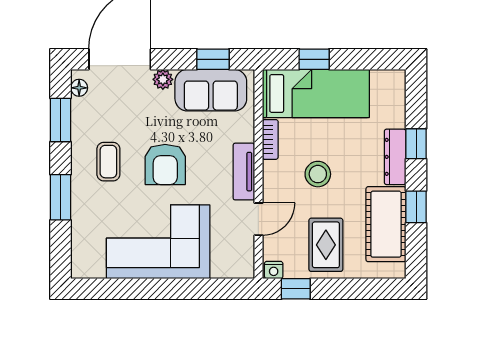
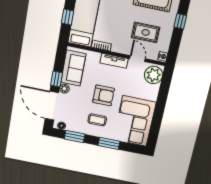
window: (213, 59) -> (57, 79), moved
stool: (318, 174) -> (122, 27), removed
corner sofa: (158, 242) -> (135, 121), moved
rug: (326, 245) -> (146, 32), moved
plant: (231, 260) -> (153, 75), added
window: (296, 289) -> (180, 21), moved

